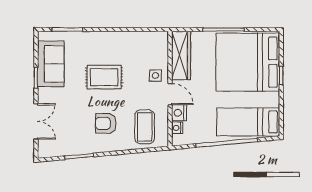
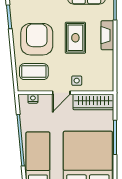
fireplace: (101, 39) -> (107, 35), added
nightstand: (179, 113) -> (46, 100), removed
armchair: (106, 123) -> (37, 39), width x1.88, depth x1.88

